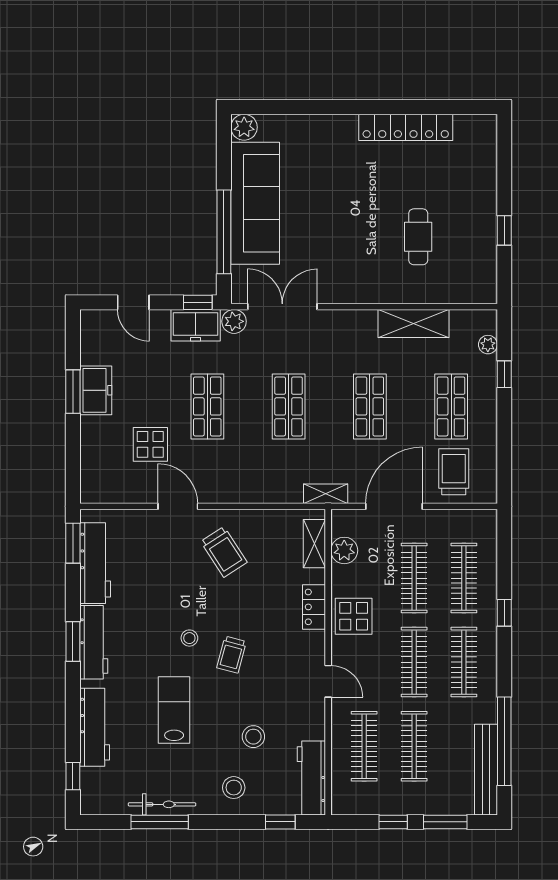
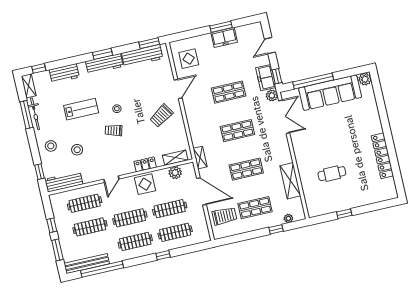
display table: (150, 444) -> (189, 59), moved
workbench: (95, 727) -> (64, 73), width x0.73
shelving: (103, 805) -> (29, 86), added

